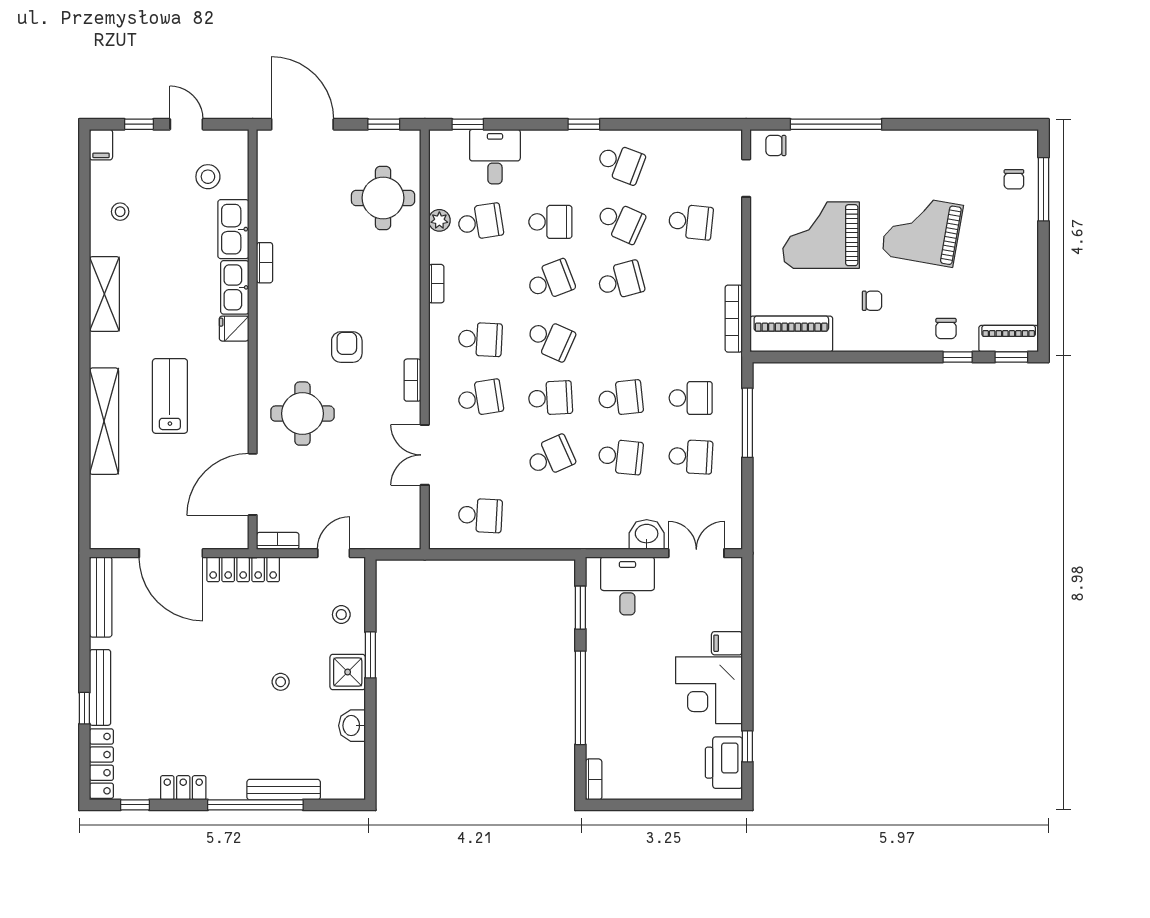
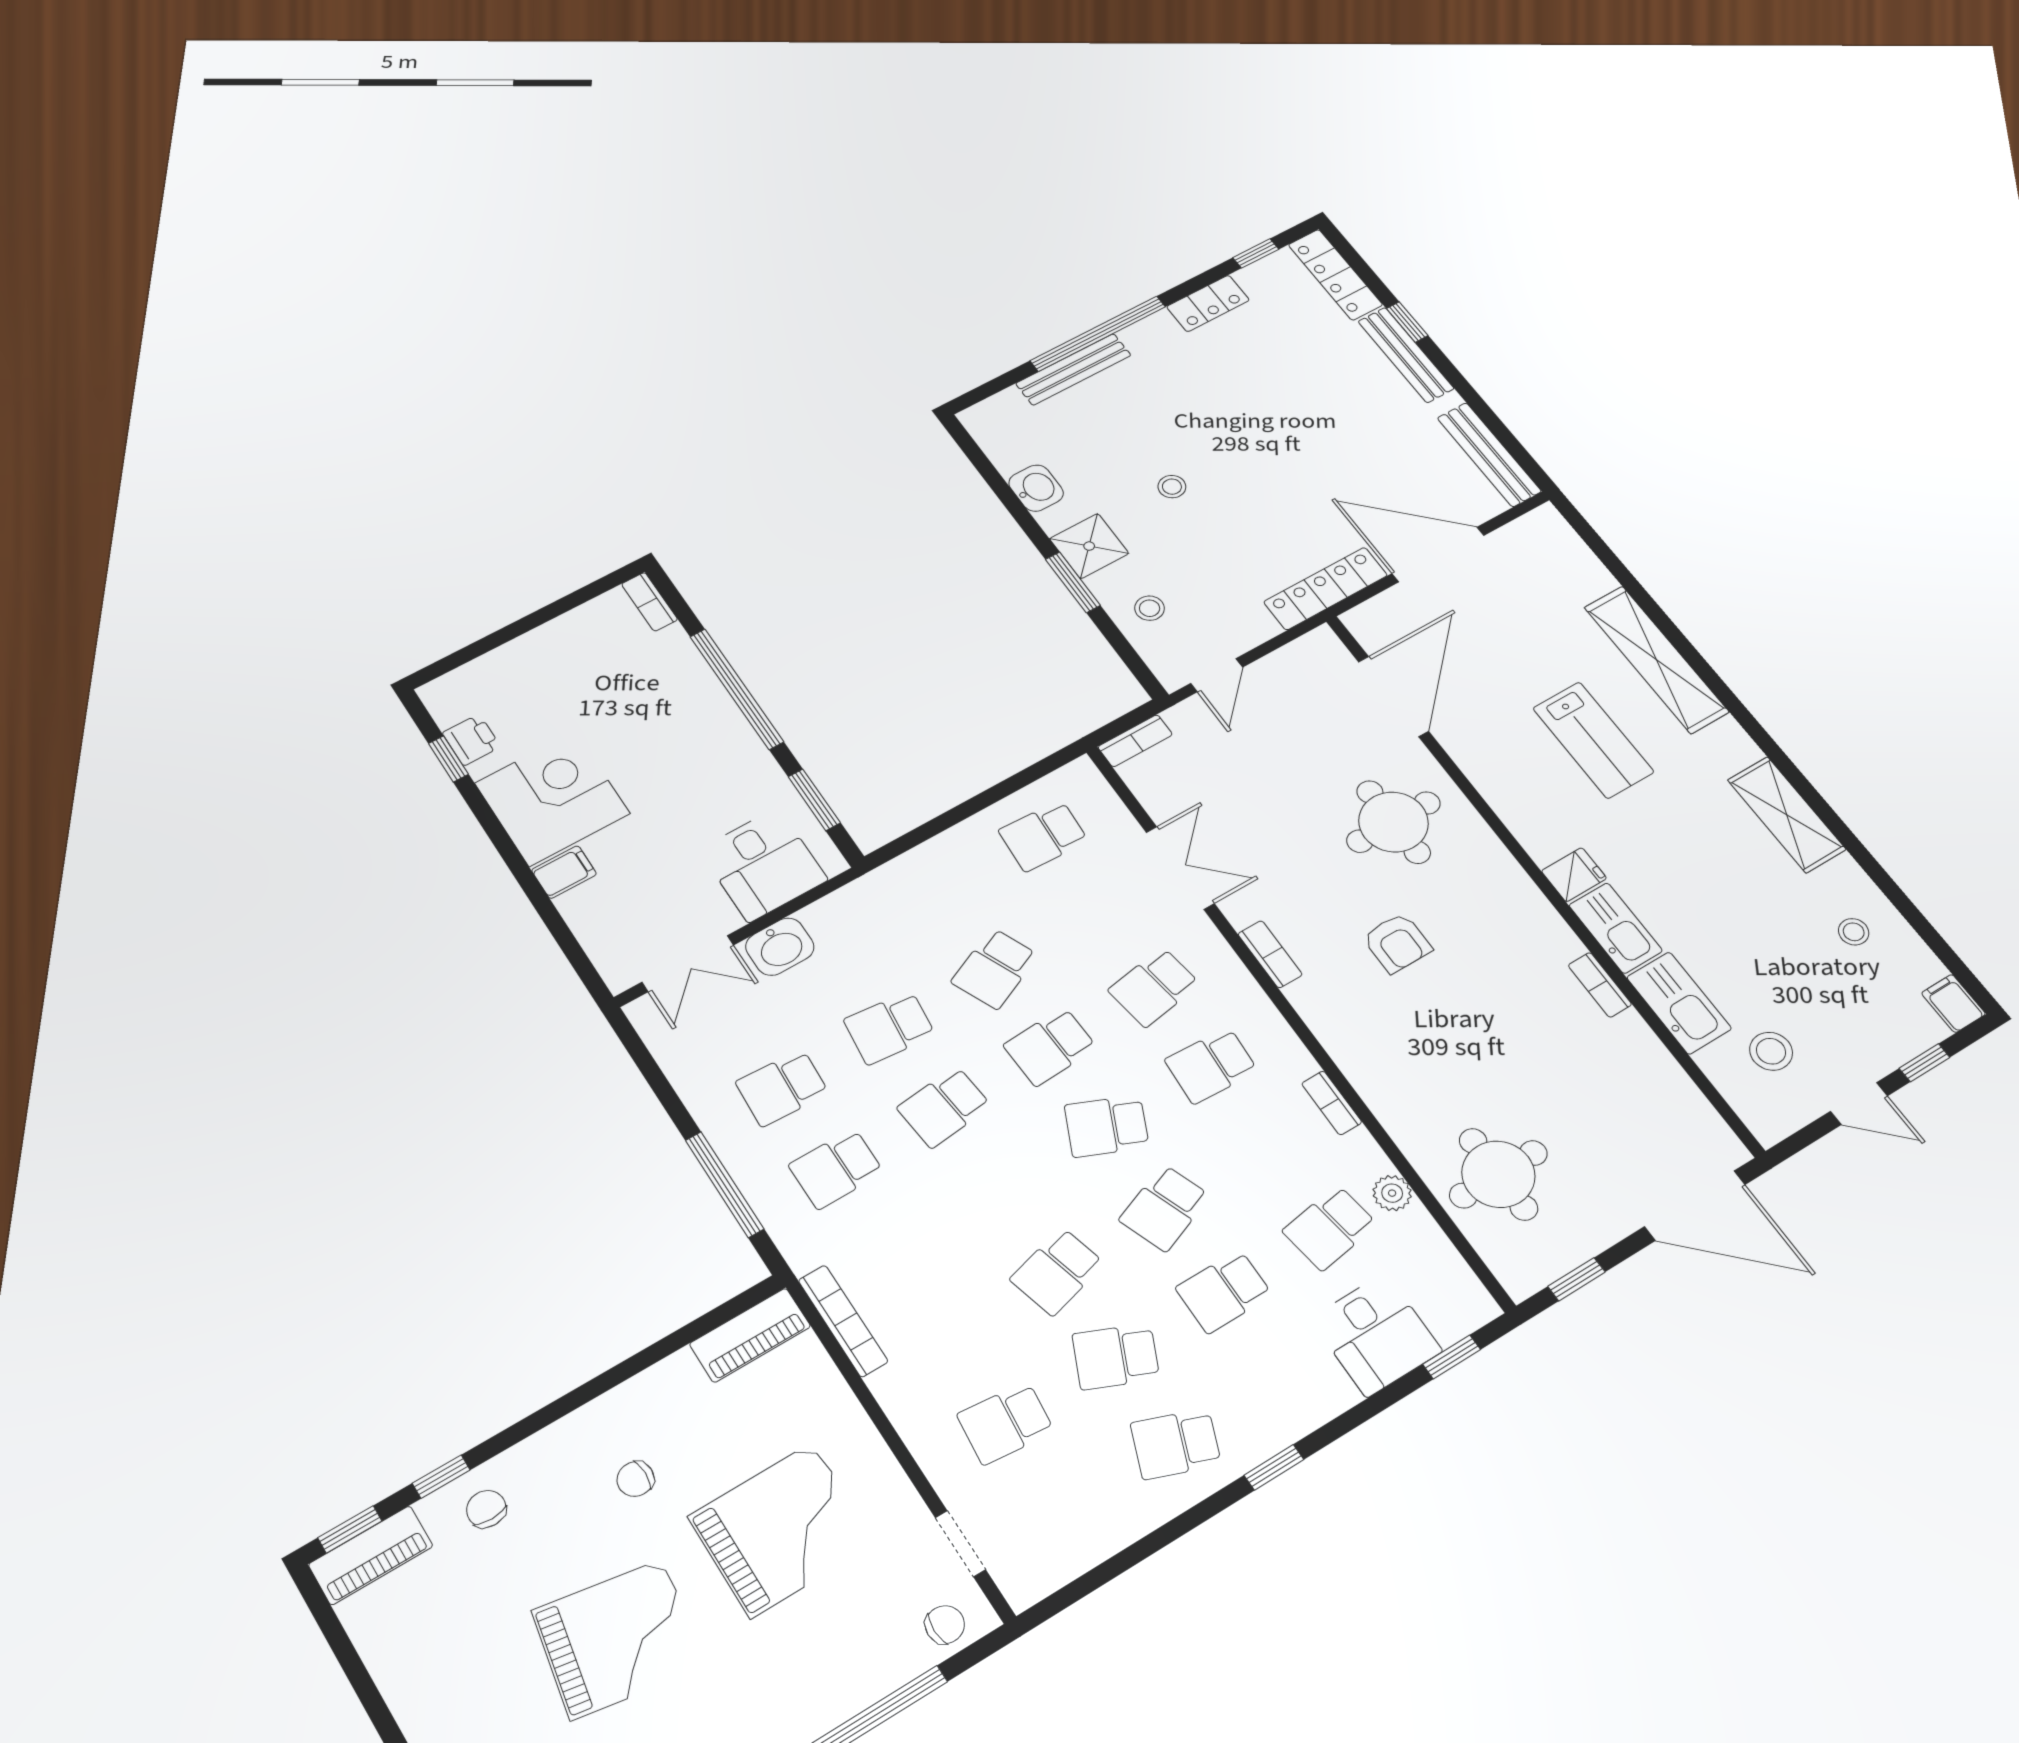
piano: (791, 334) -> (750, 1335), width x0.73, depth x0.75
bookcase: (278, 541) -> (1135, 741), moved
printer: (724, 763) -> (471, 740), width x0.53, depth x0.68

